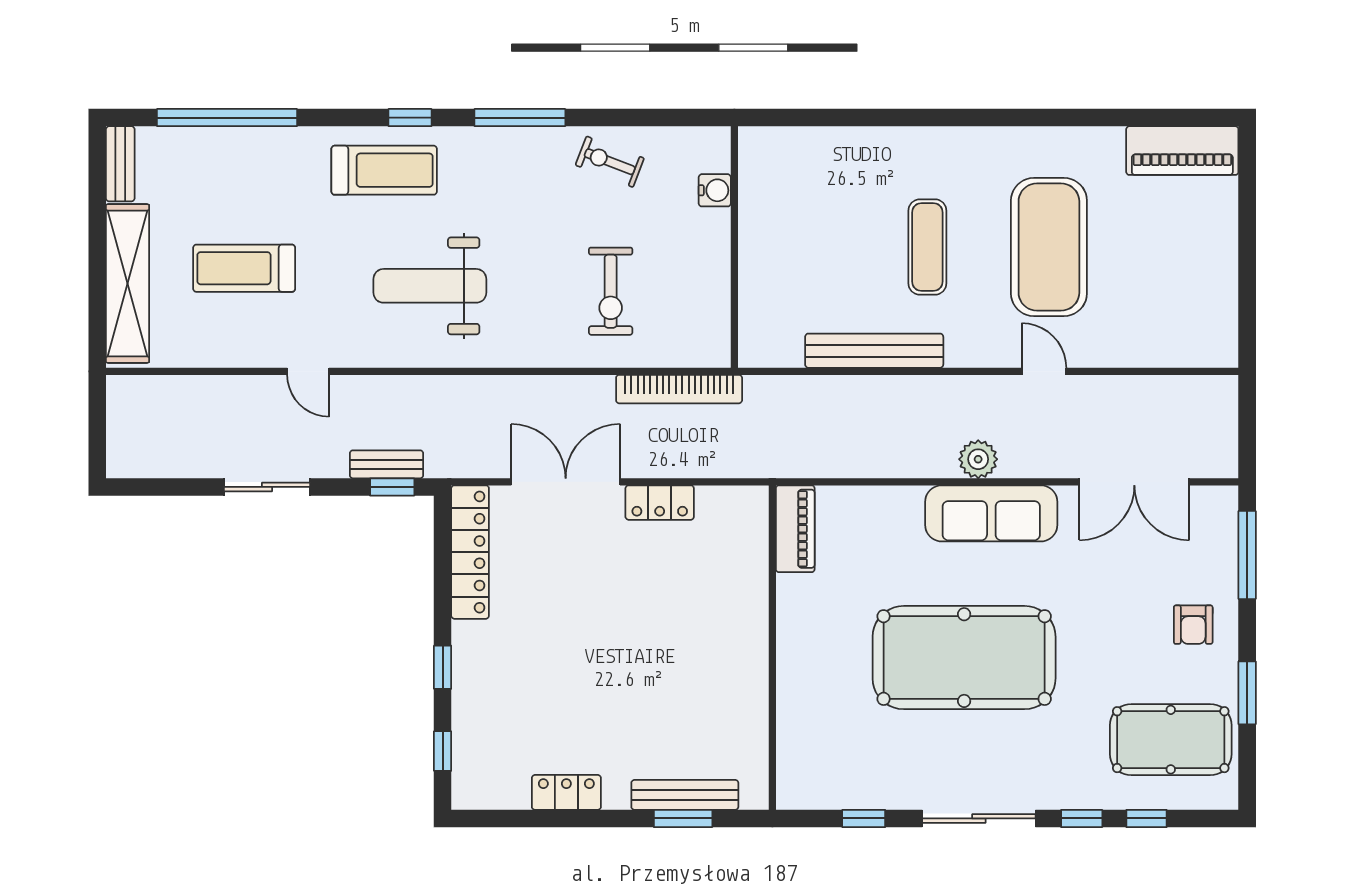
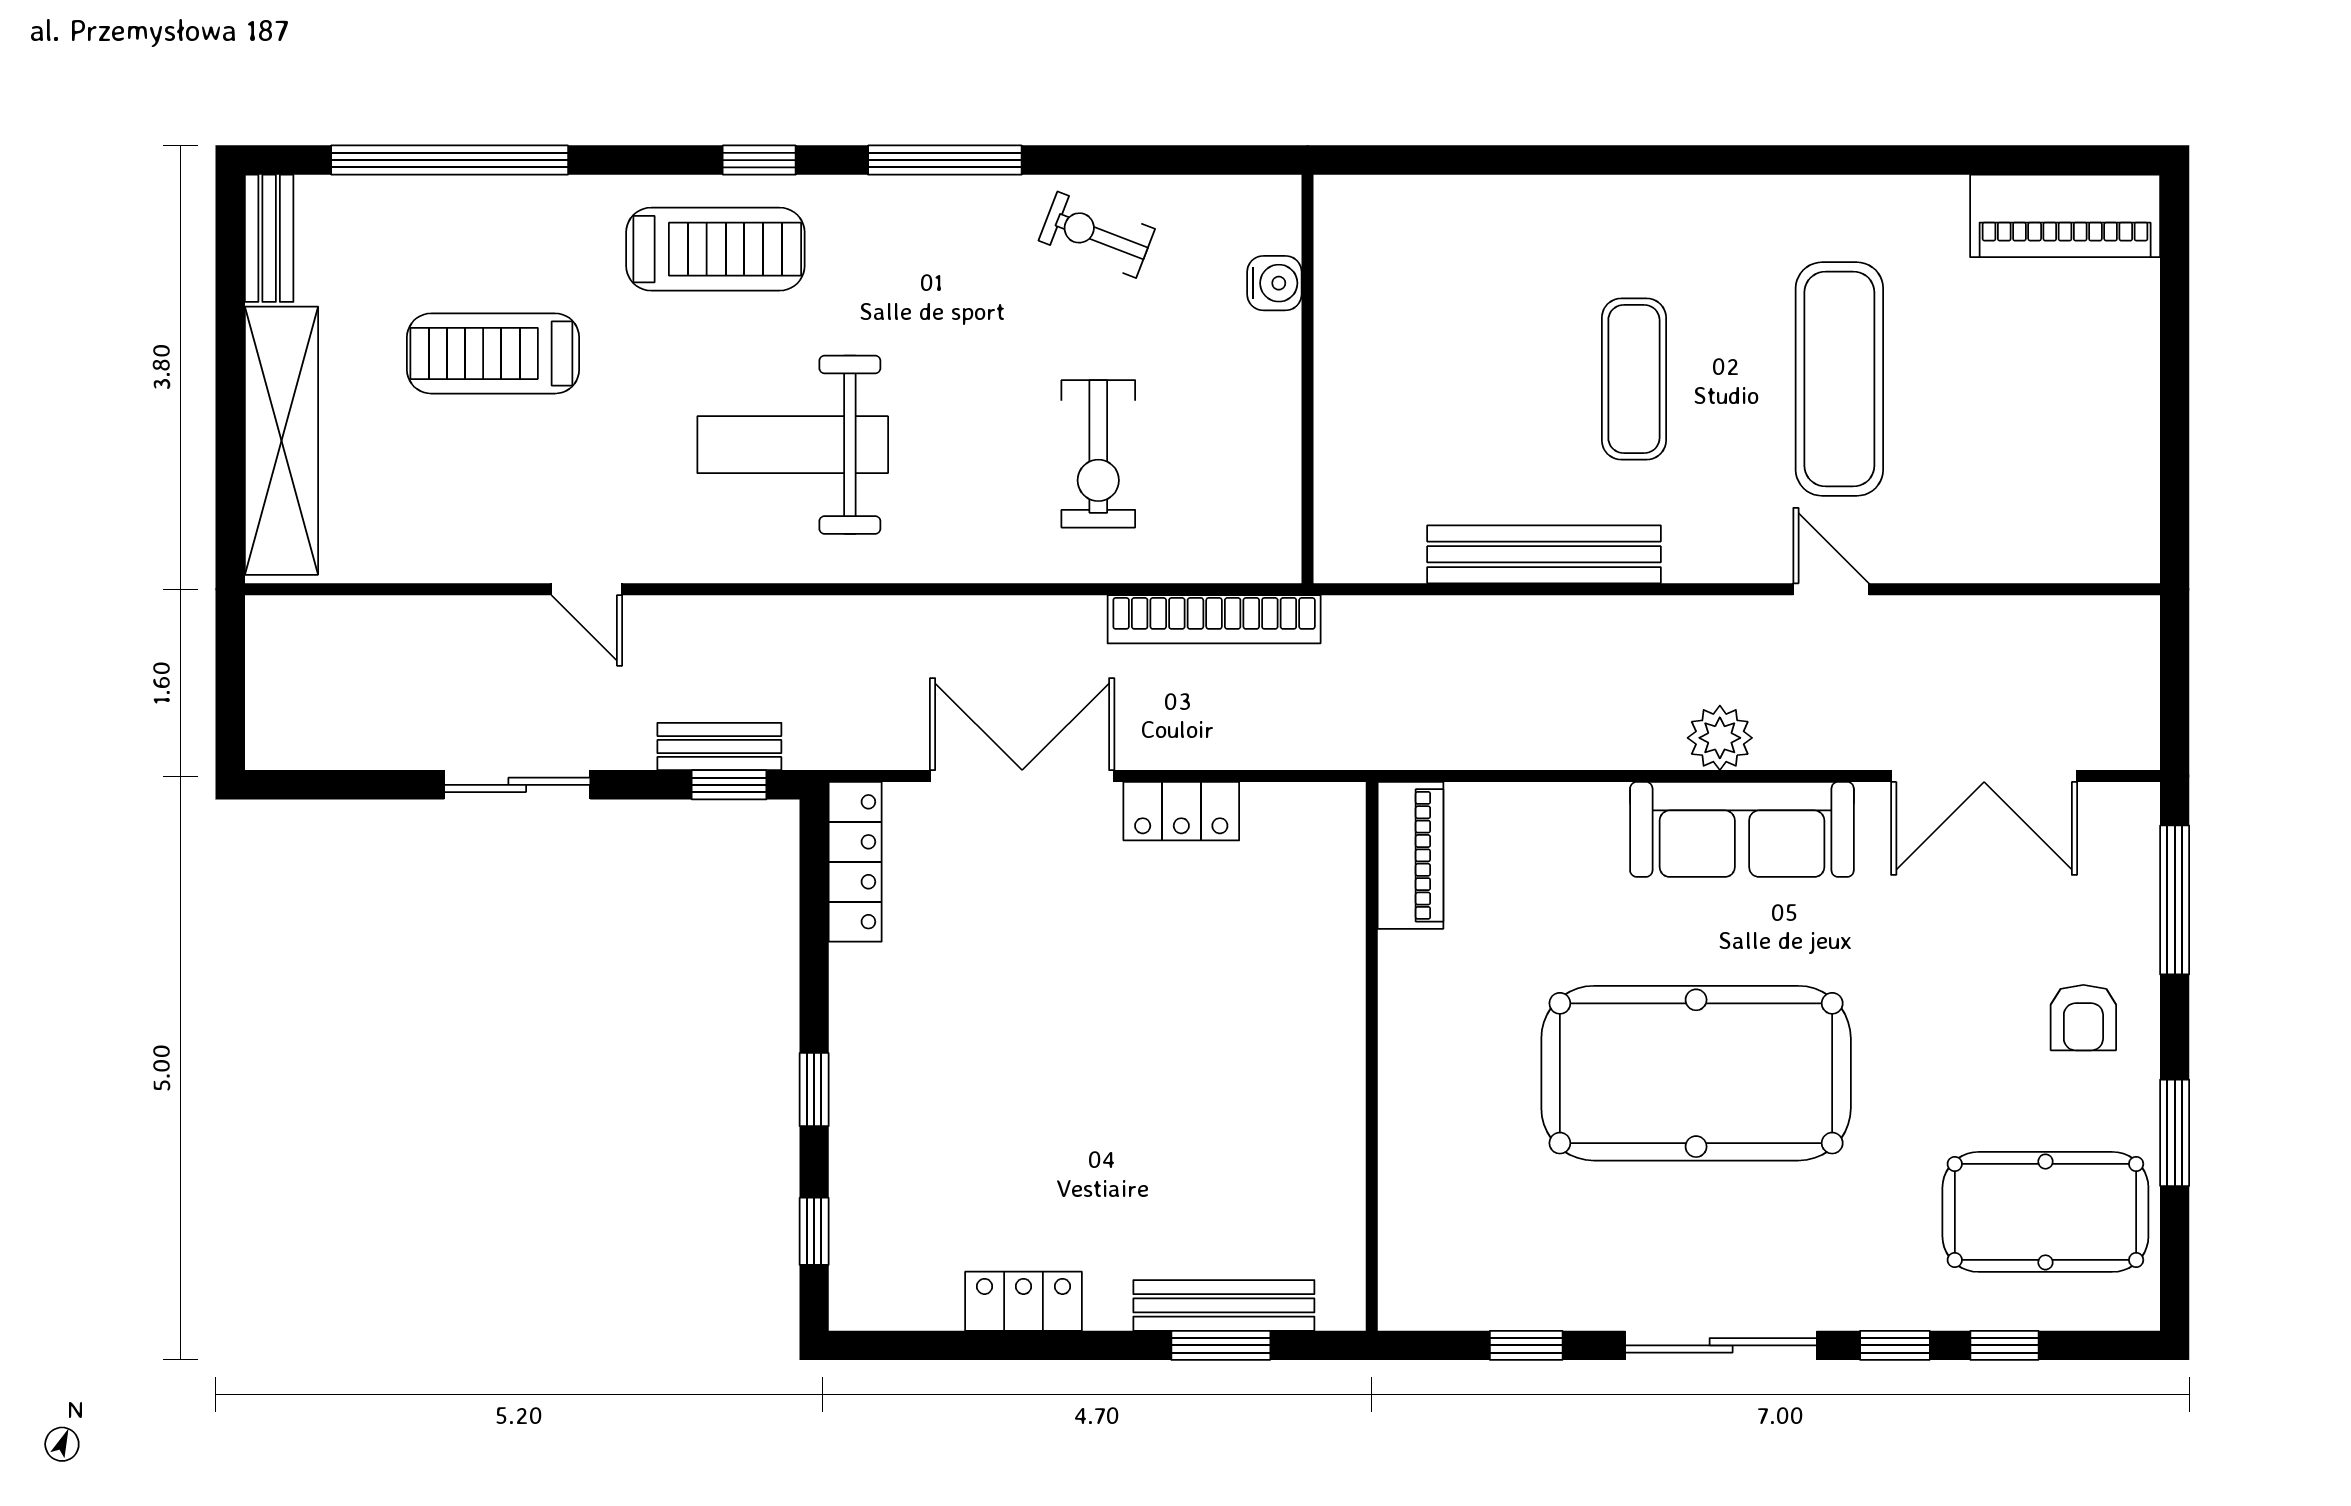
exercise mat: (1049, 247) -> (1839, 379), width x0.68
treadmill: (244, 268) -> (493, 353), moved
locker: (470, 552) -> (855, 862), width x0.71, depth x0.83

